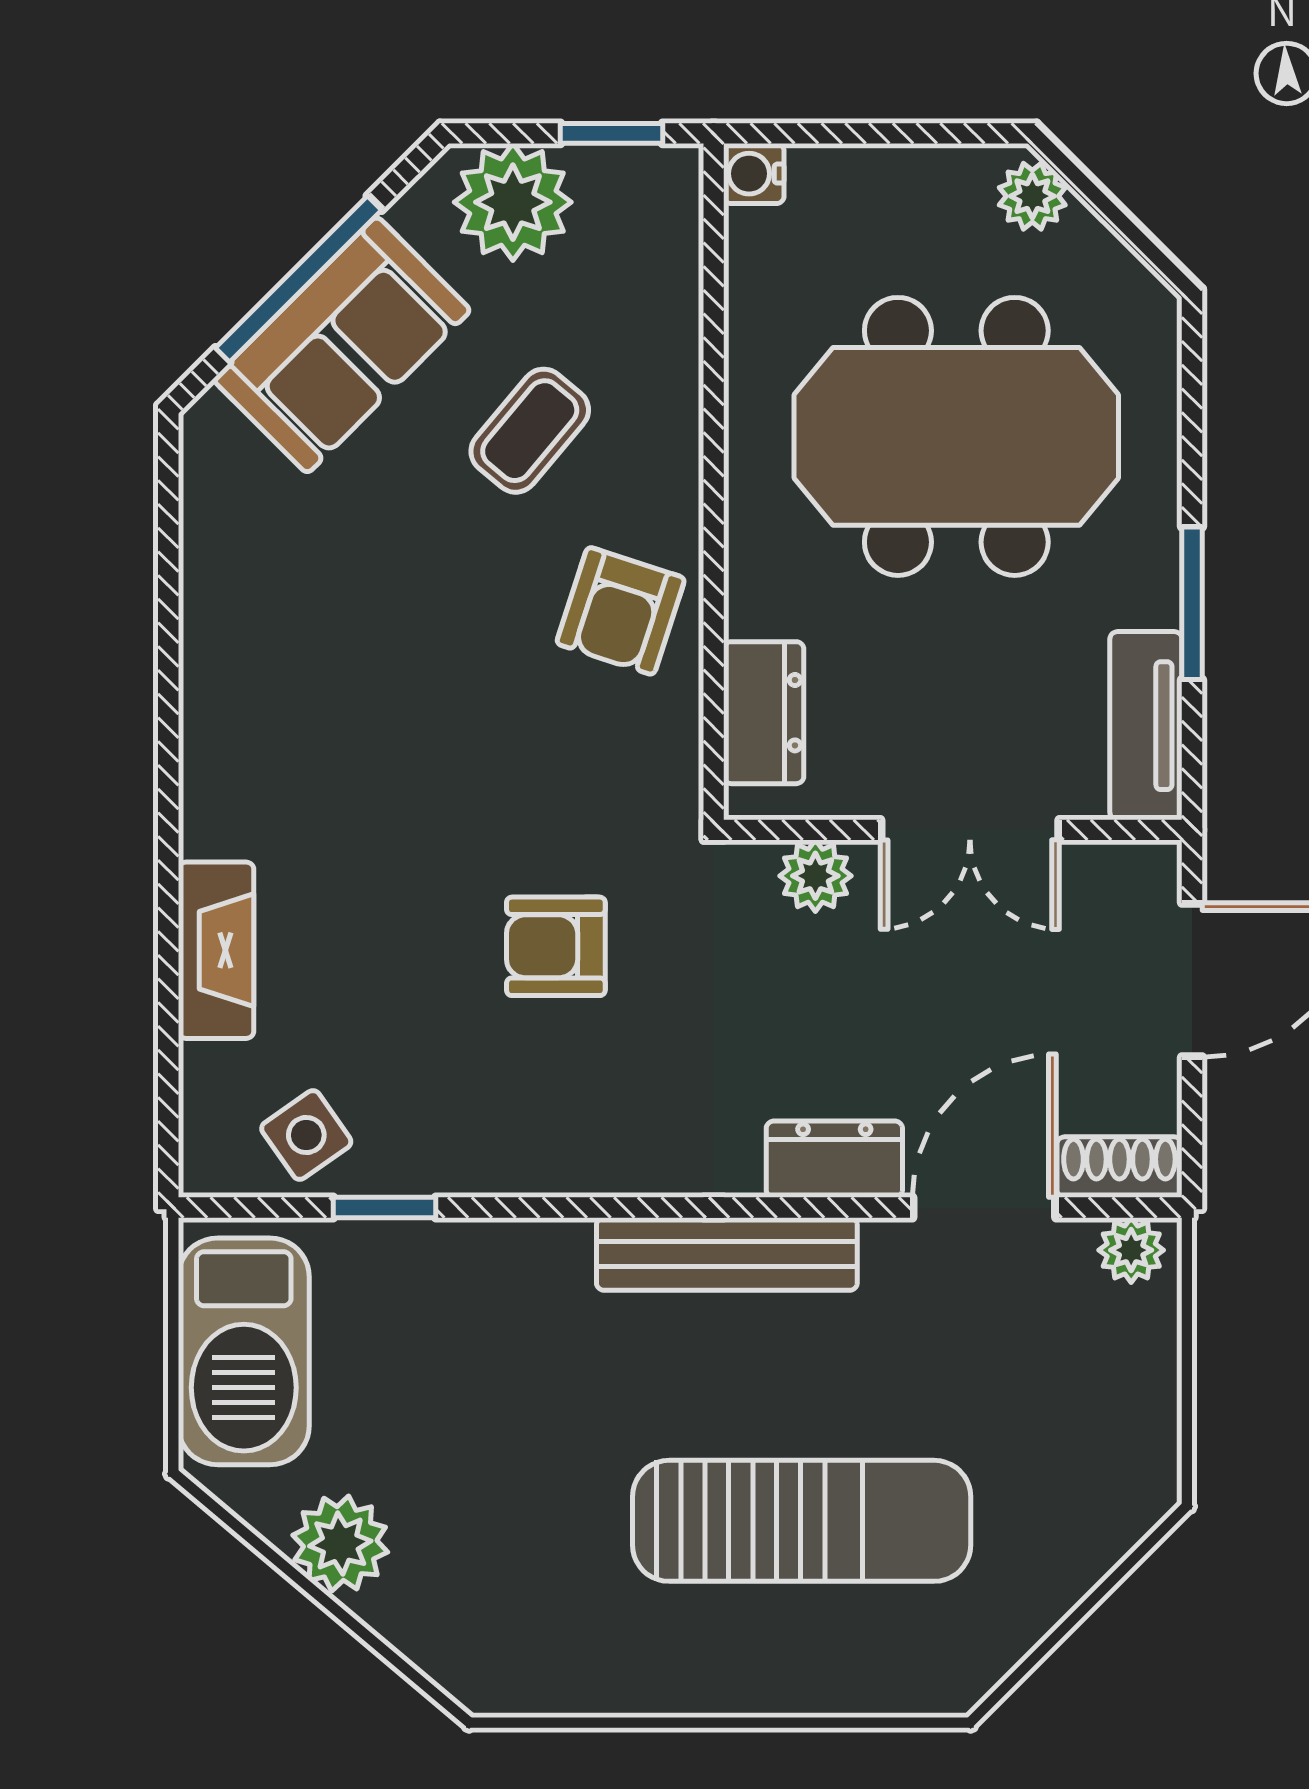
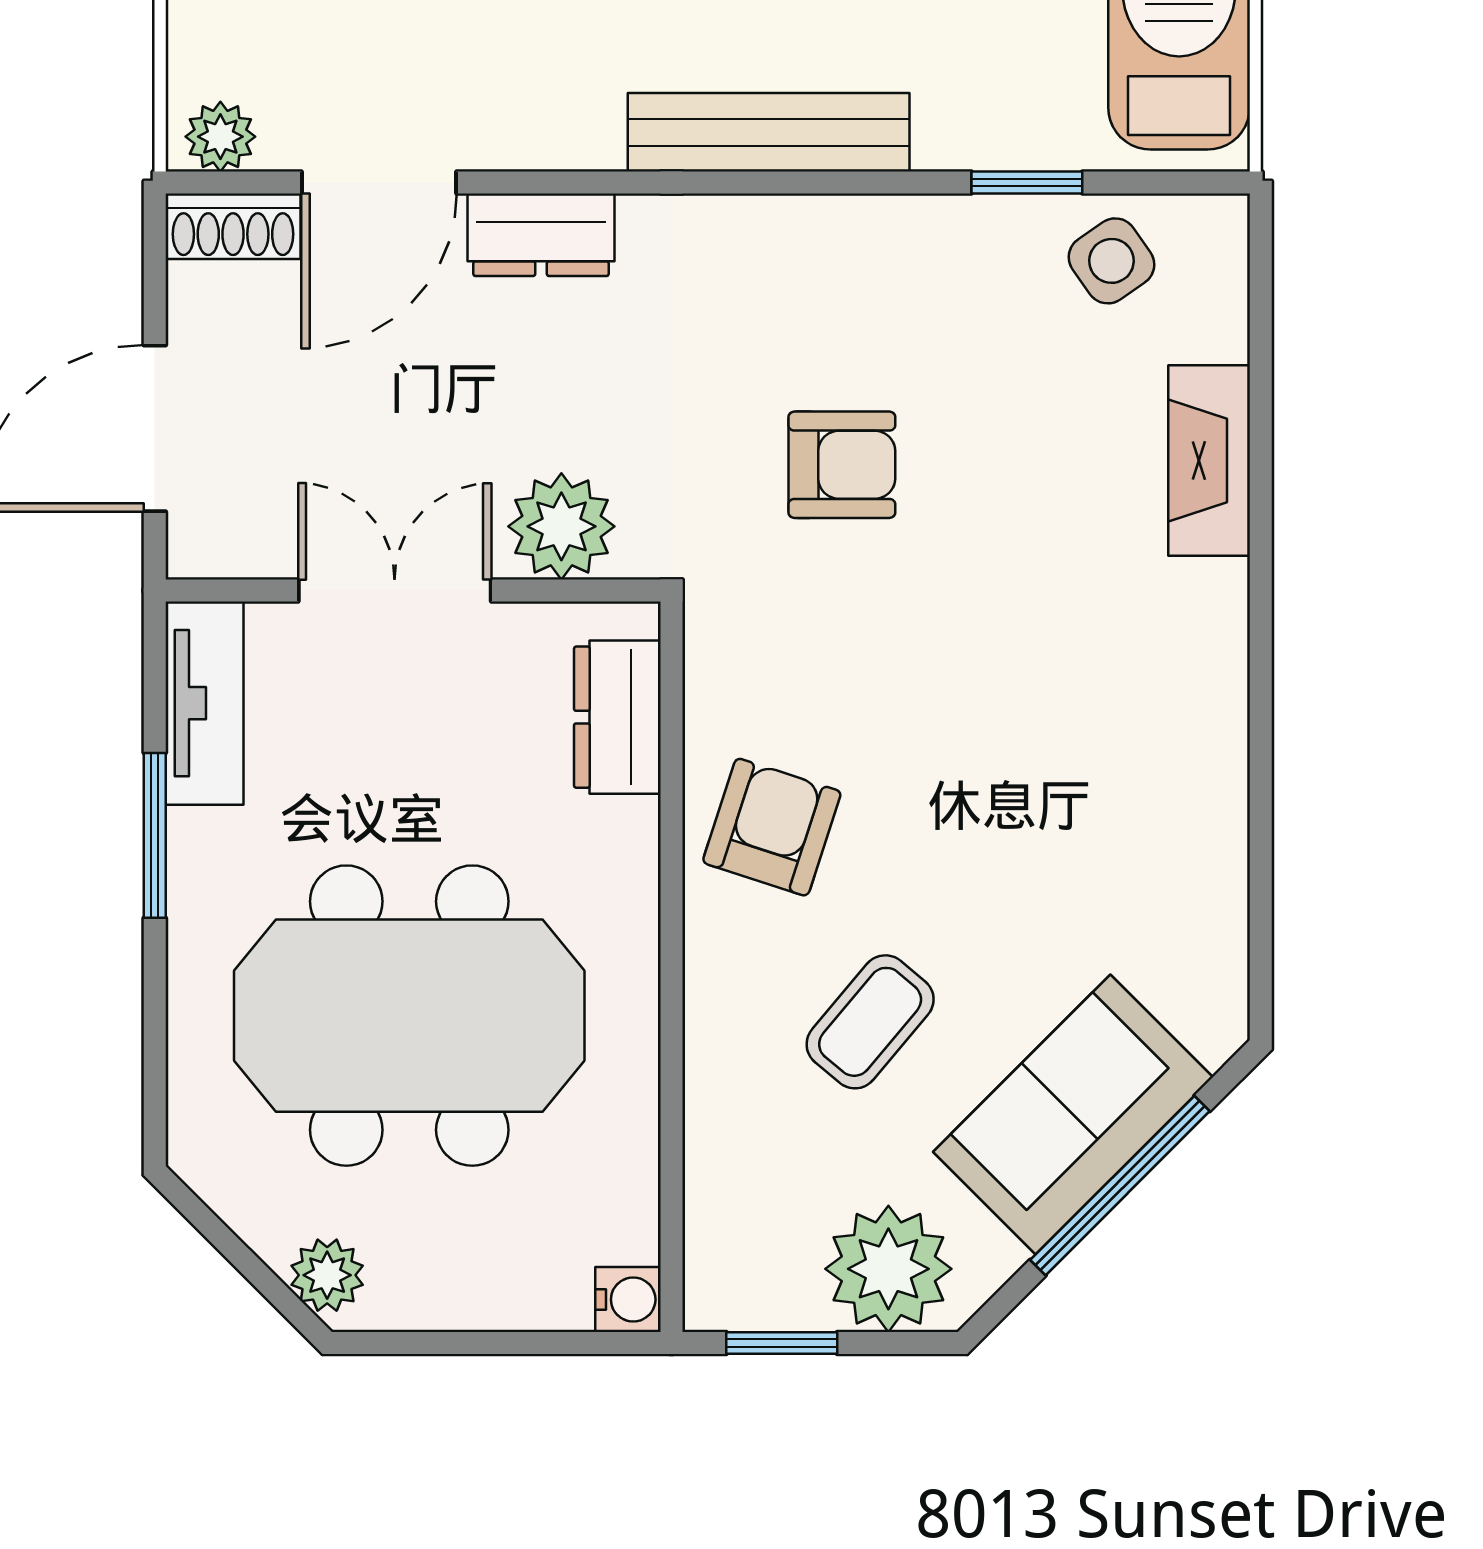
plant: (815, 876) -> (561, 526), width x1.38, depth x1.38
bench: (727, 1254) -> (769, 132), moved

